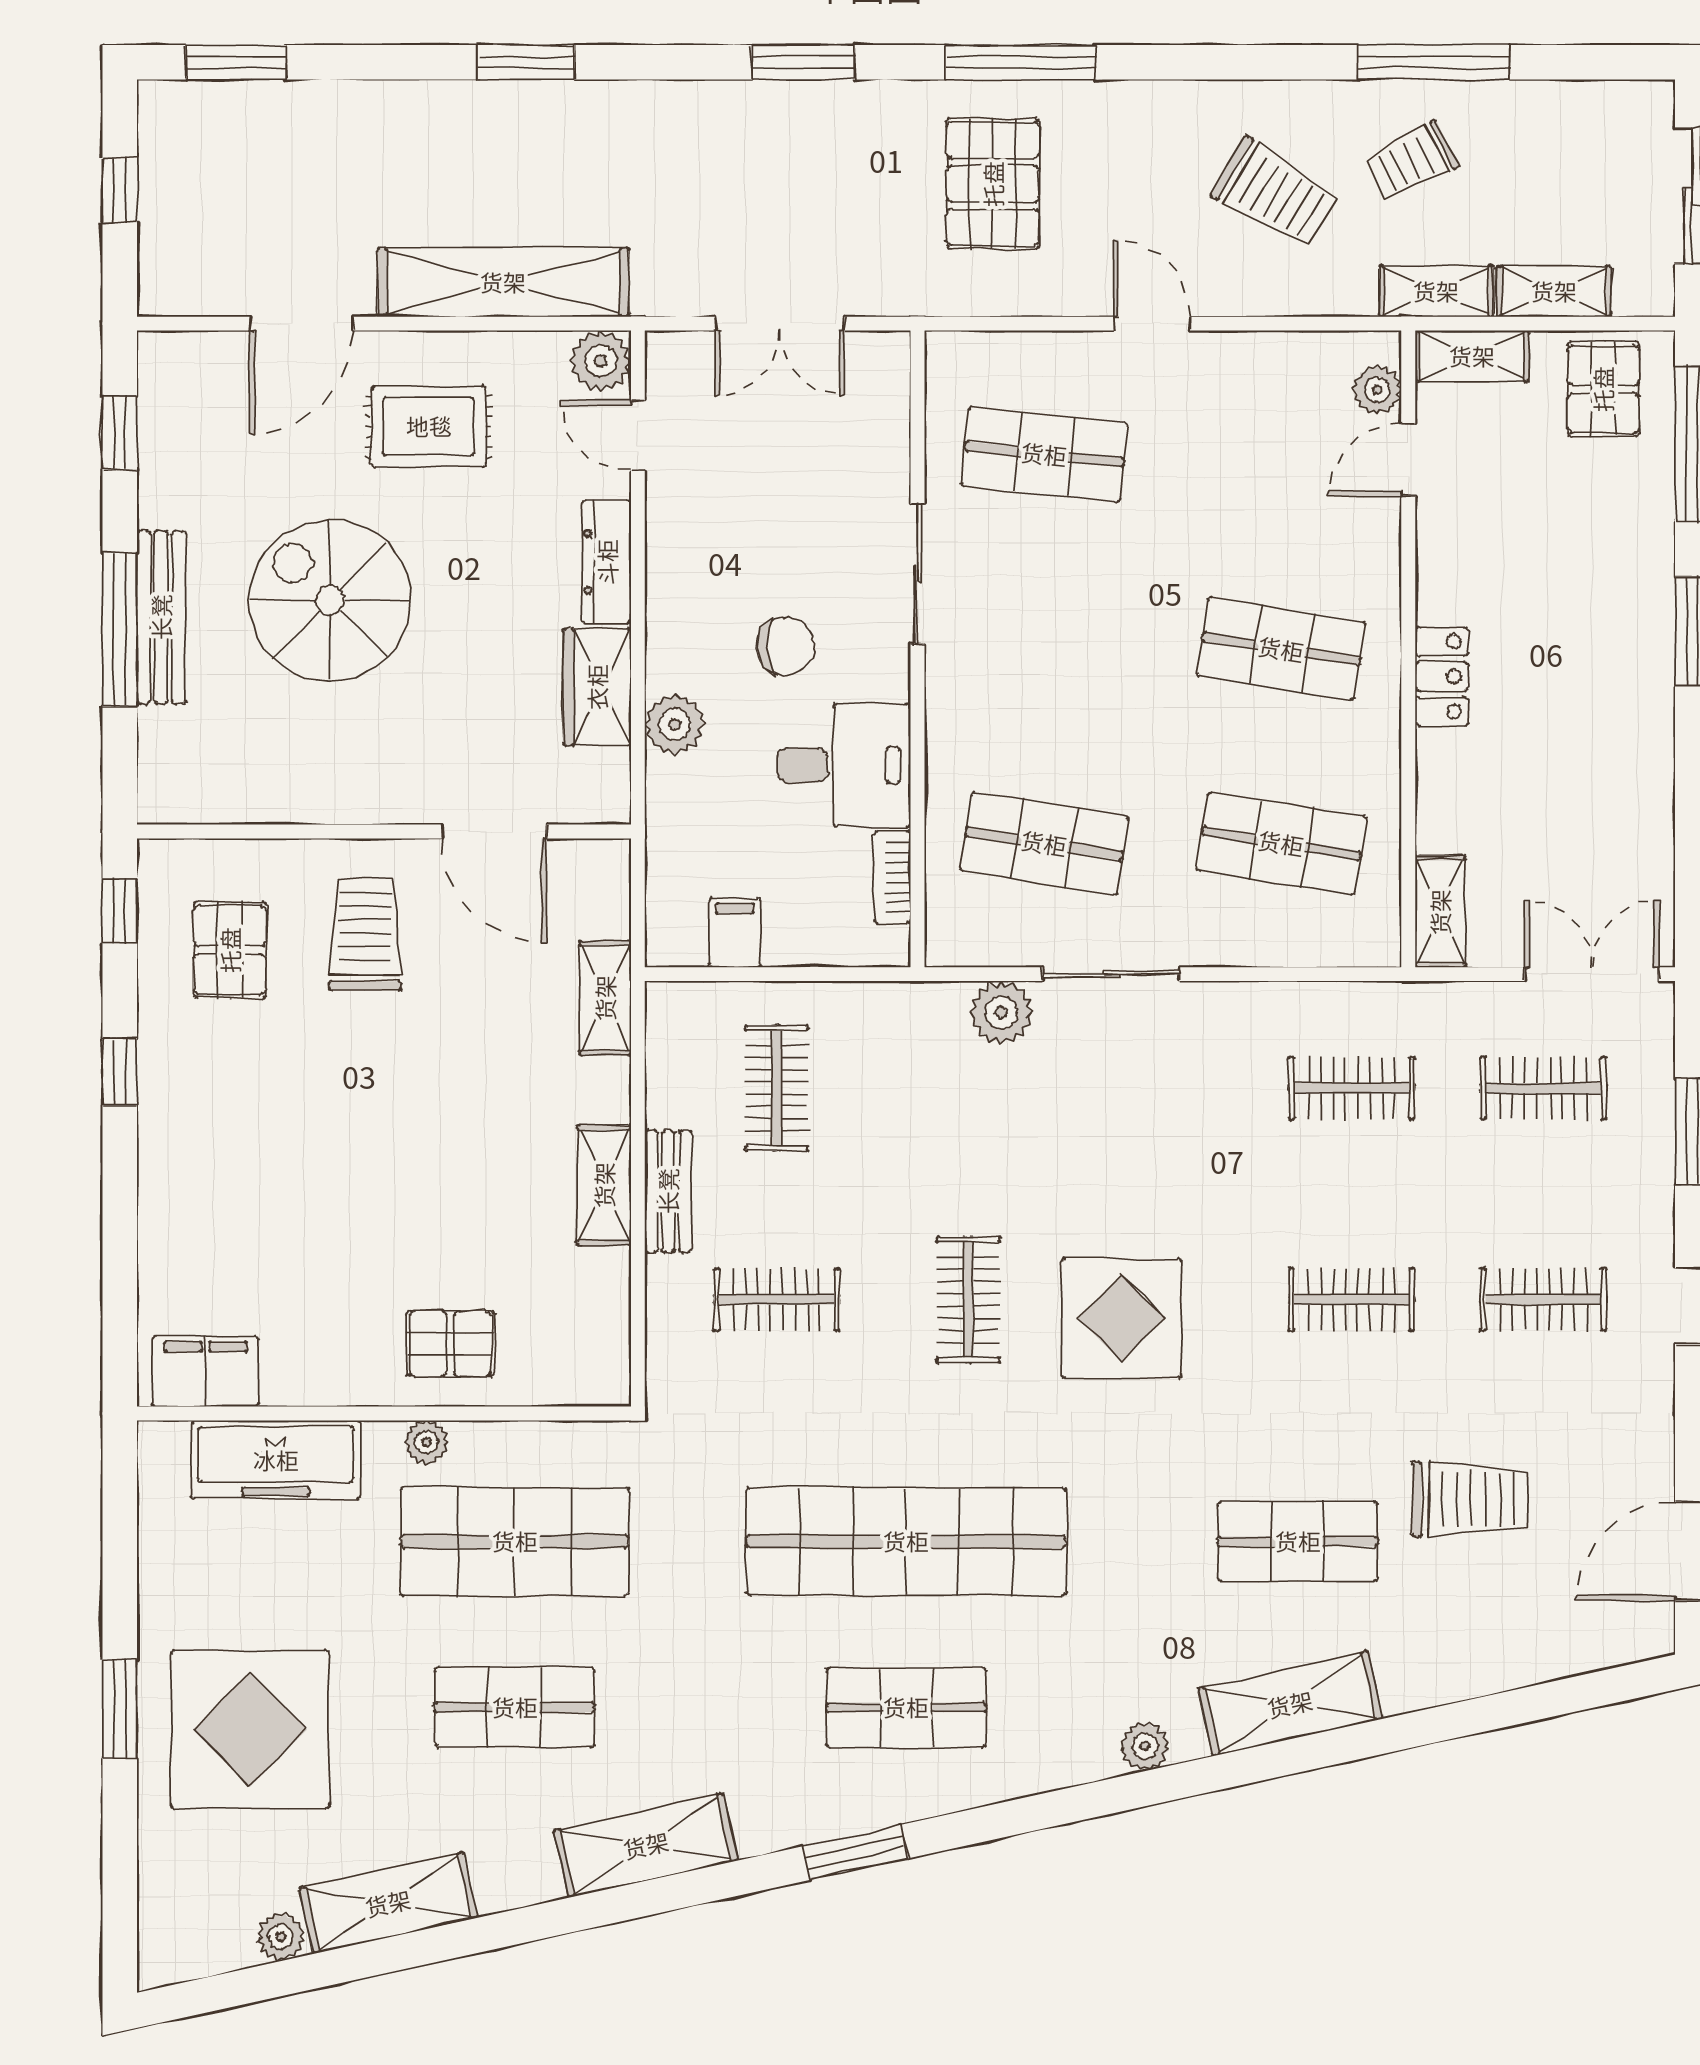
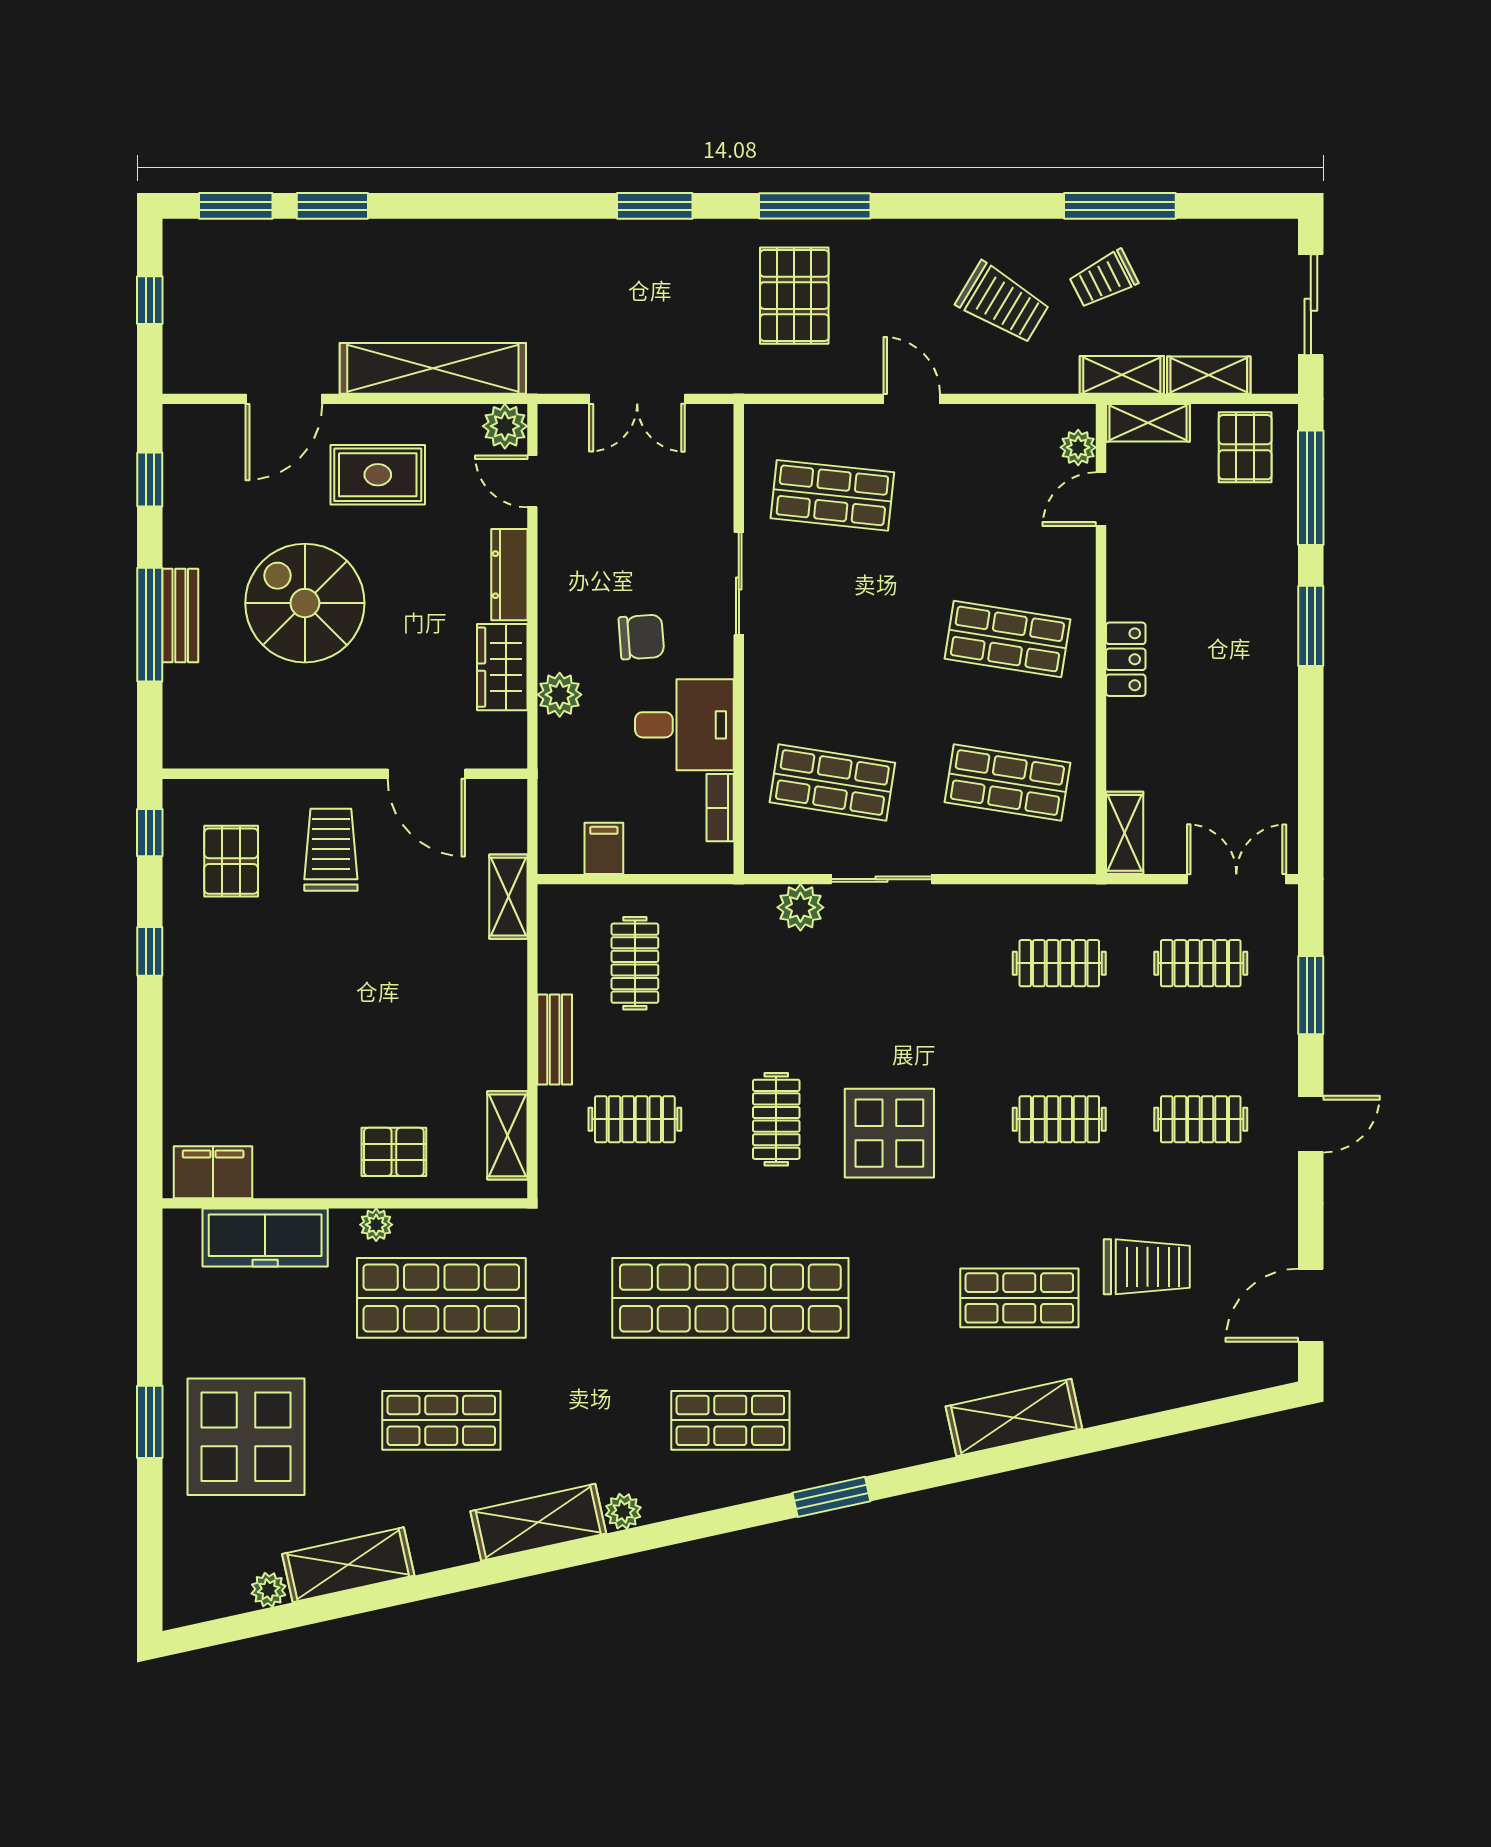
window: (526, 62) -> (332, 206), moved
bench: (161, 617) -> (180, 616), width x0.73
shelving: (604, 1185) -> (507, 1135), moved
plant: (1145, 1746) -> (623, 1511), moved
window: (855, 1852) -> (831, 1497), moved

